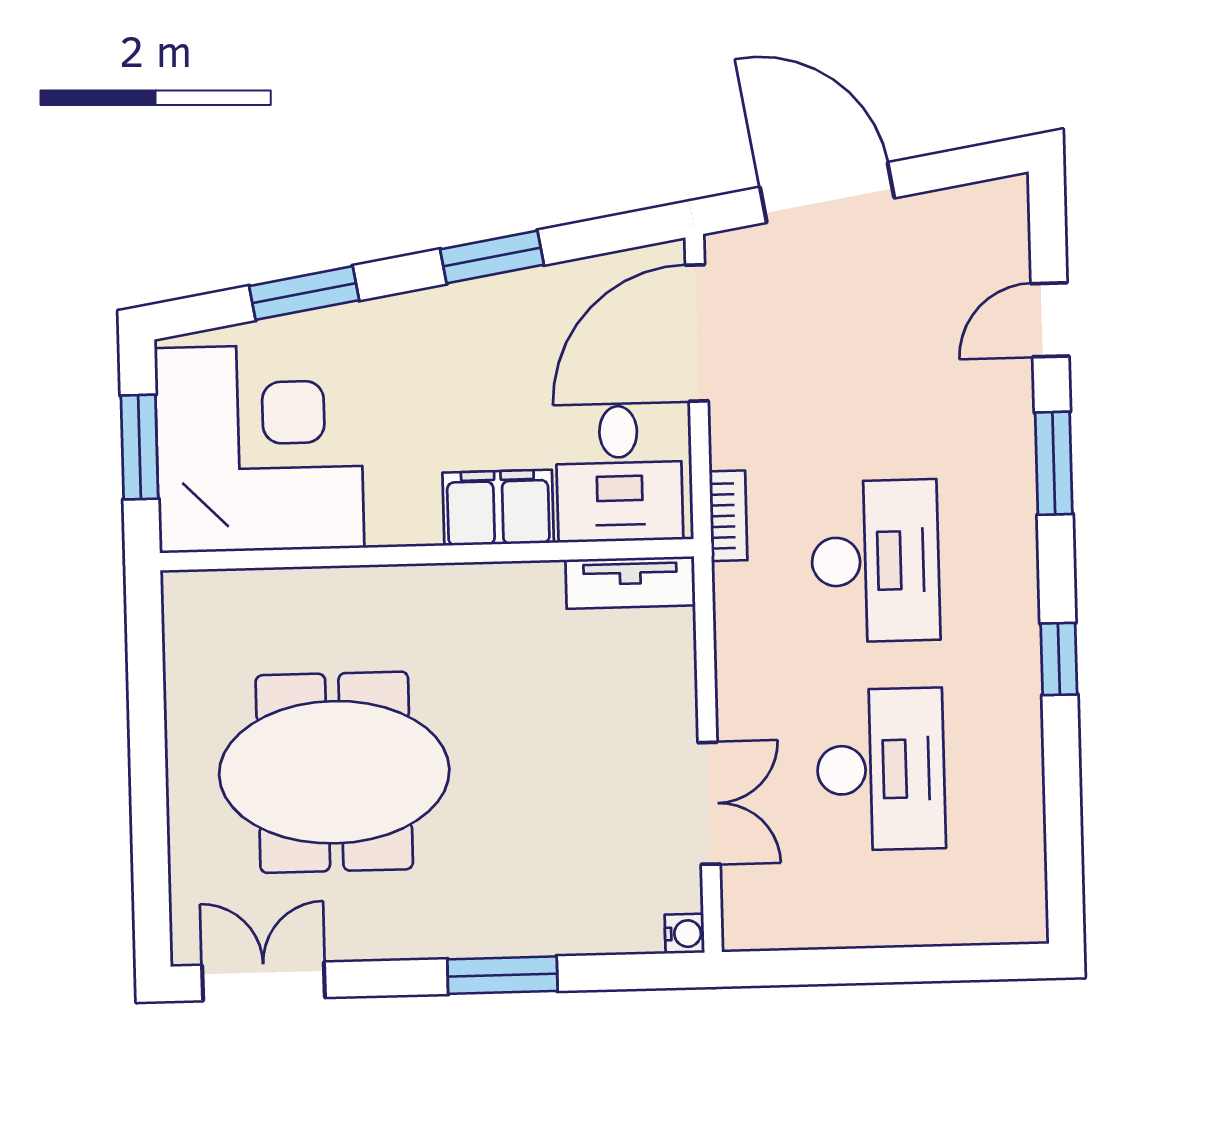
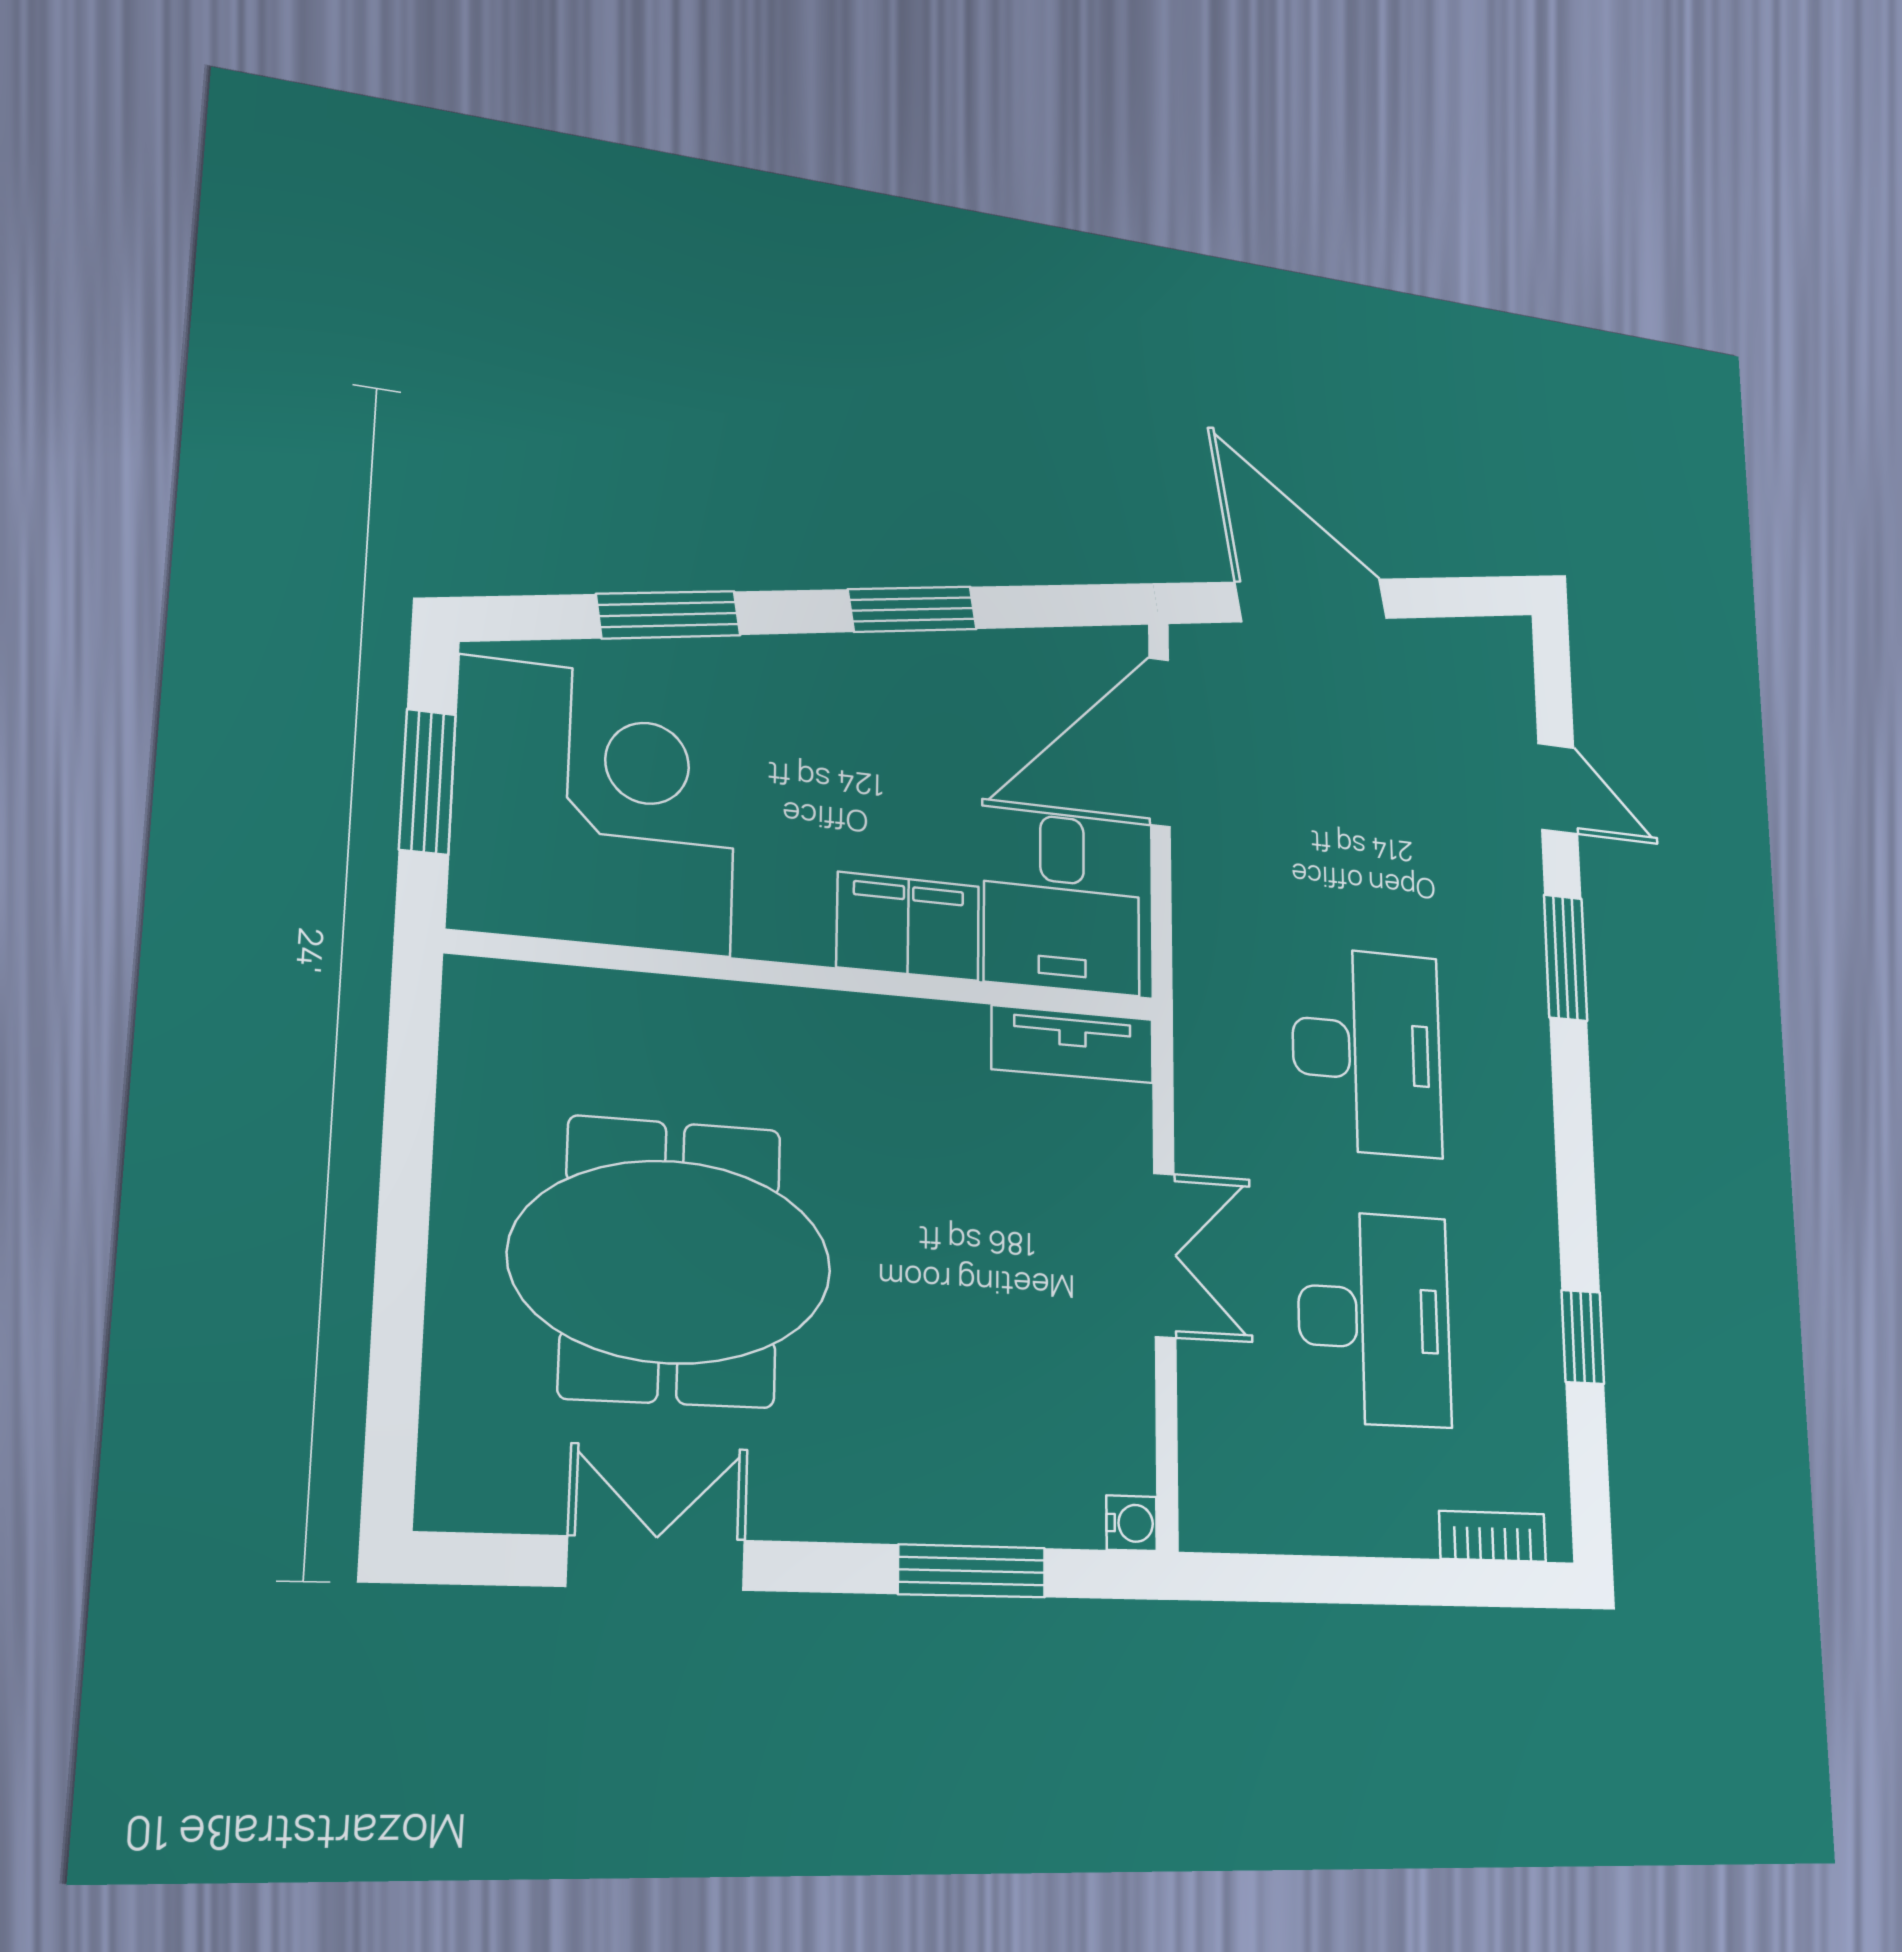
door: (1050, 320) -> (1558, 788), swing flipped
bookcase: (728, 516) -> (1493, 1536), moved, turned -90
window: (1059, 659) -> (1583, 1337), moved
double door: (709, 803) -> (1165, 1255), moved
window: (502, 975) -> (972, 1571), moved
double door: (264, 981) -> (656, 1563), moved

